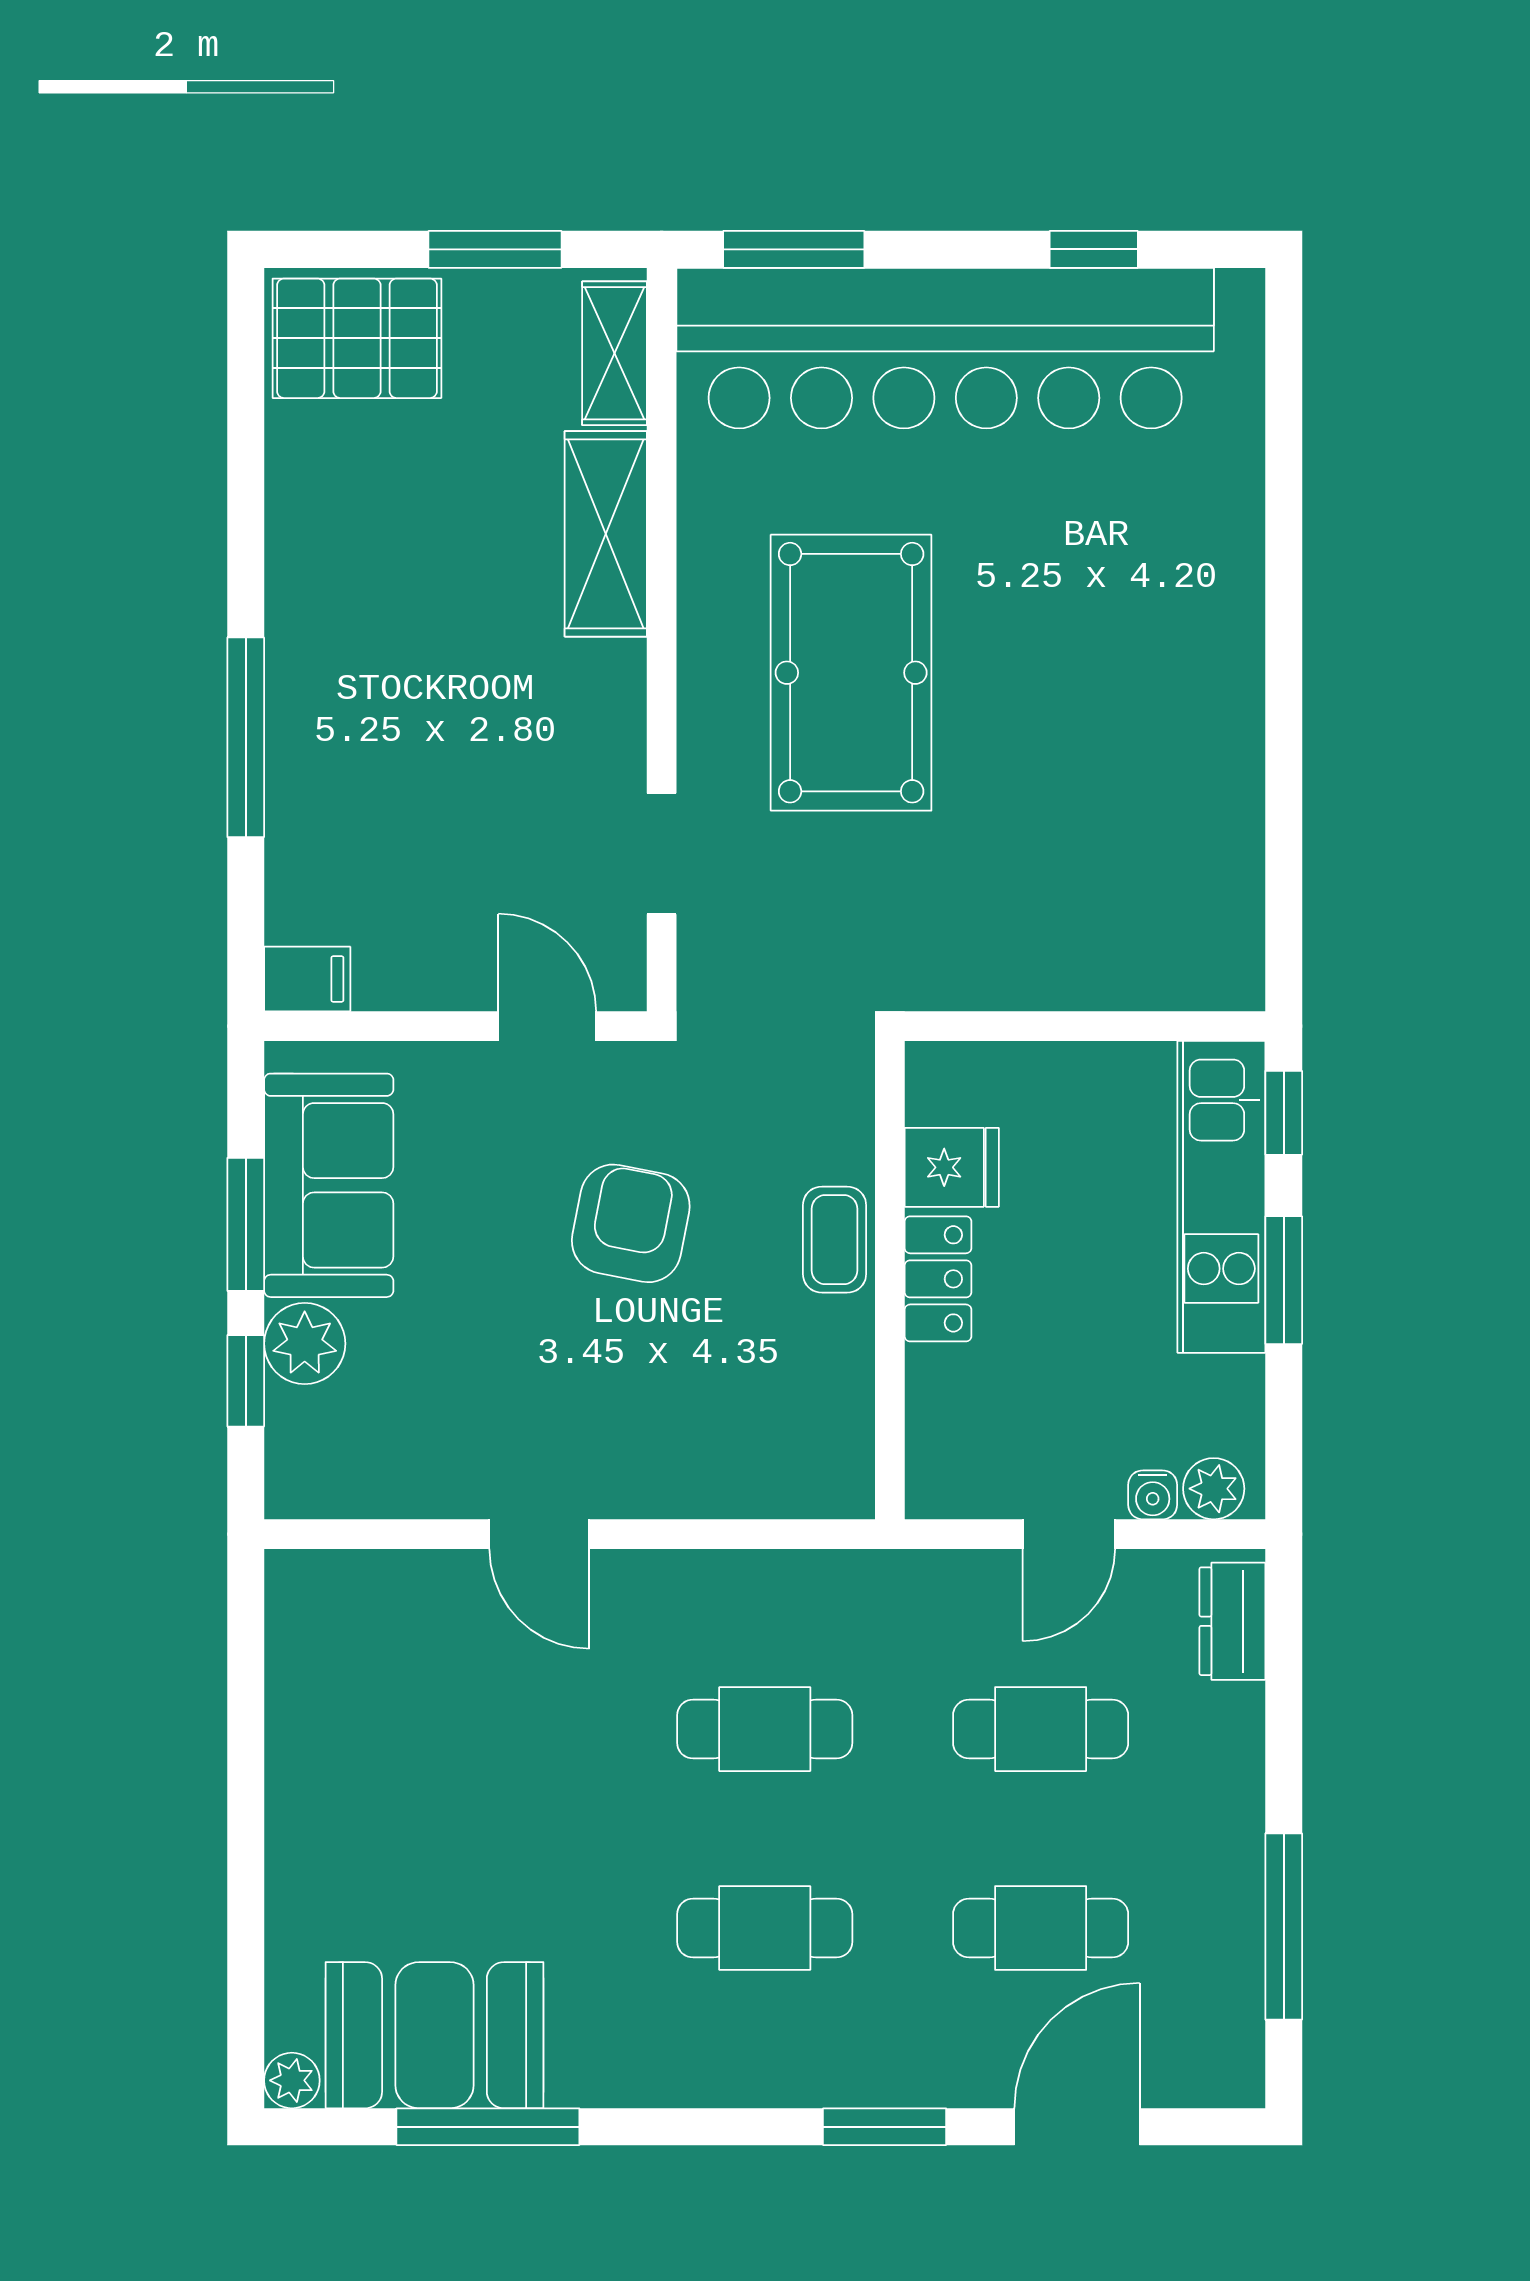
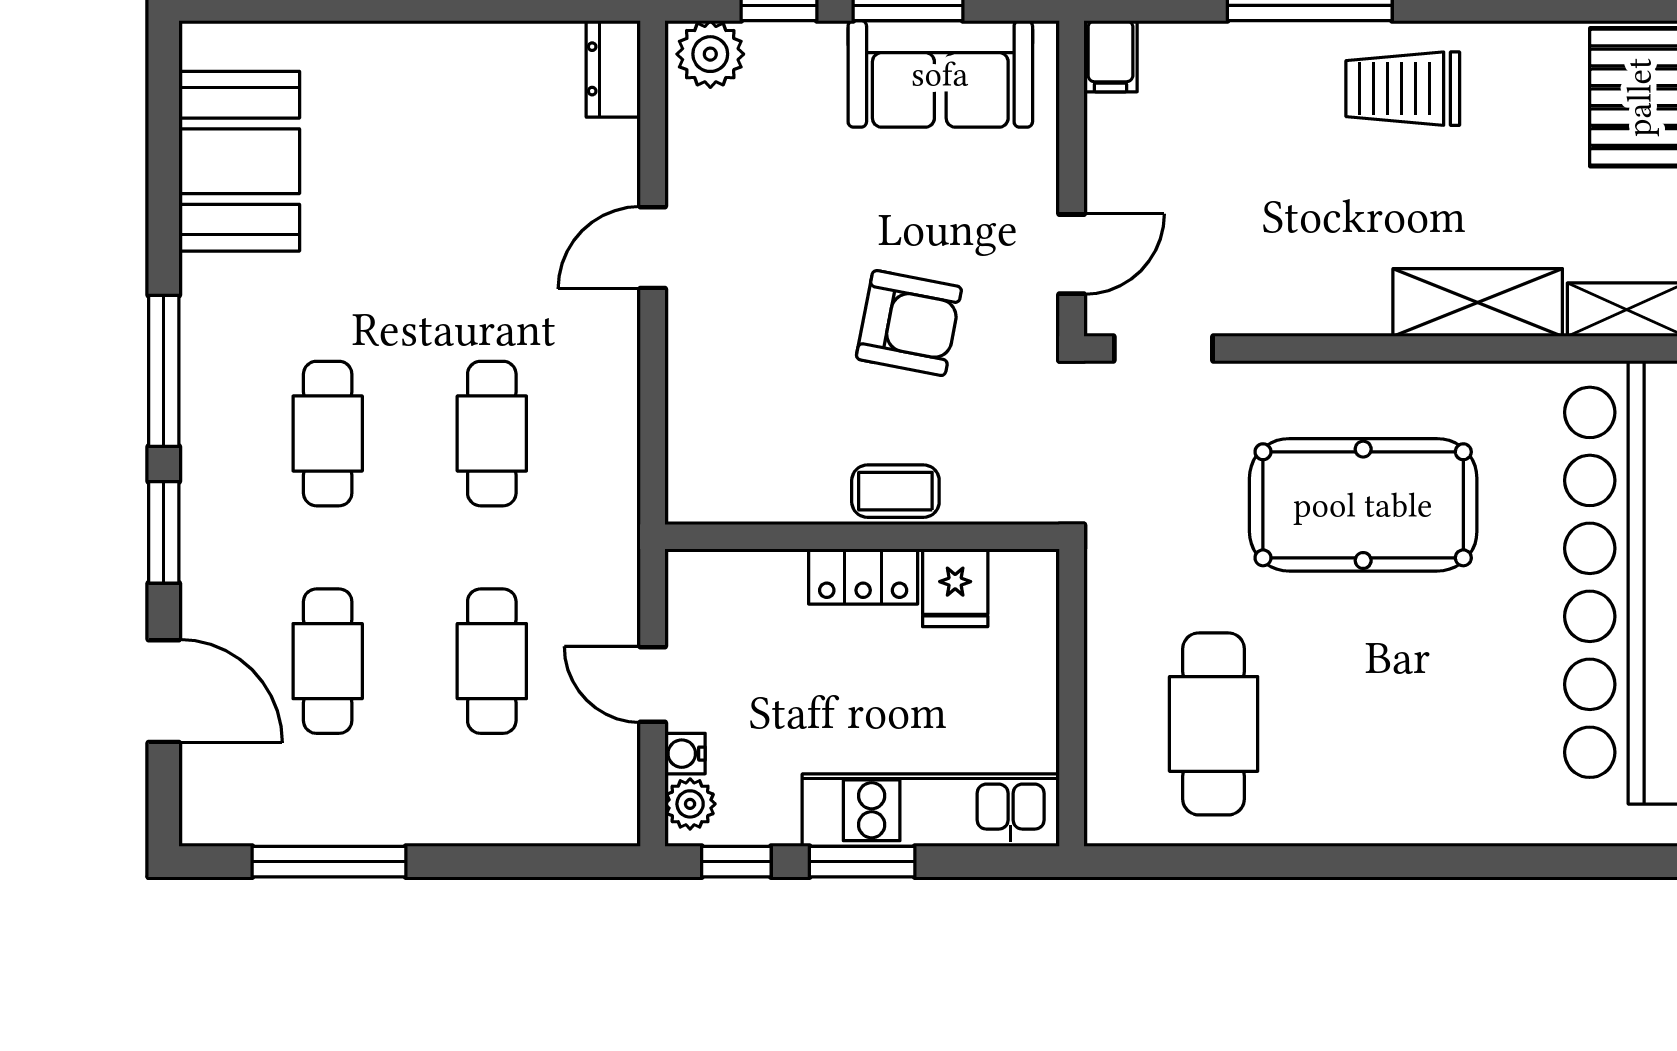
trolley: (347, 625) -> (1403, 89), added
doorway: (662, 854) -> (1163, 349), moved
cafe table: (1117, 854) -> (1214, 724), added
window: (1284, 1113) -> (736, 862), moved
plant: (305, 1344) -> (710, 54), moved
dresser: (1232, 1621) -> (613, 69), moved, turned -90
plant: (292, 2080) -> (202, 44), removed
window: (488, 2127) -> (164, 371), moved

